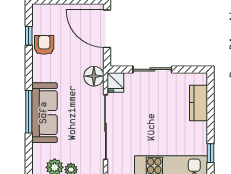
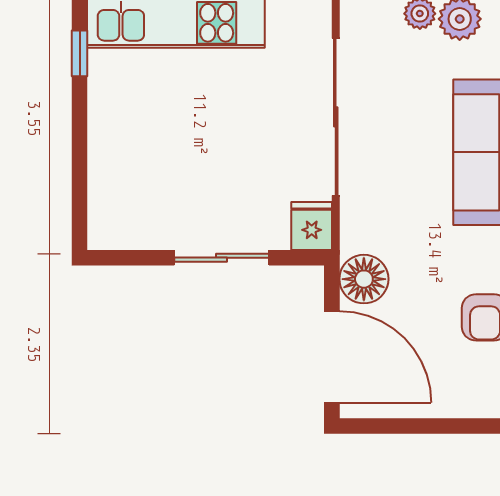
floor lamp: (94, 76) -> (364, 279), moved
kitchen counter: (198, 103) -> (109, 176), removed

